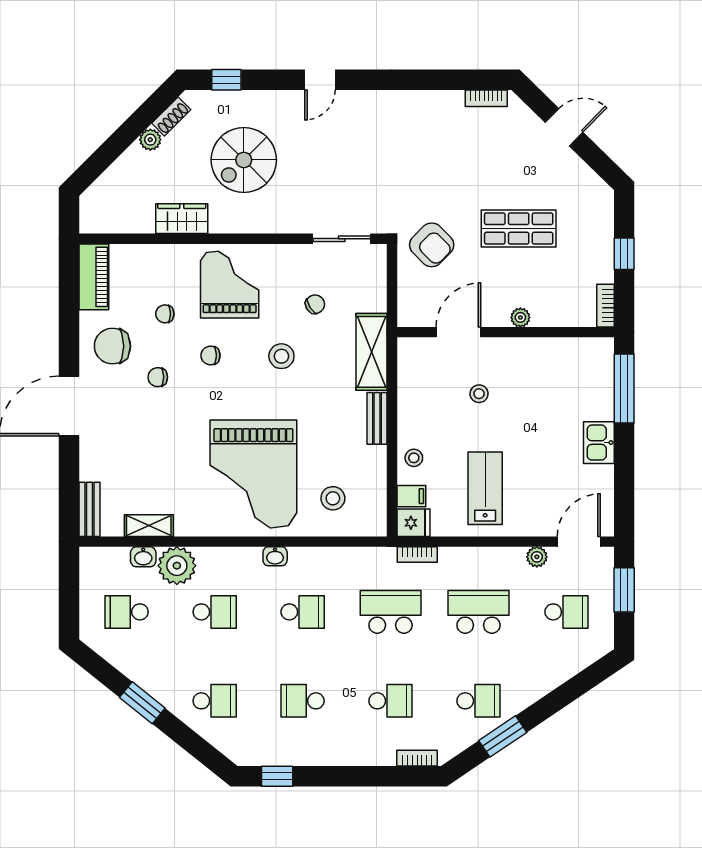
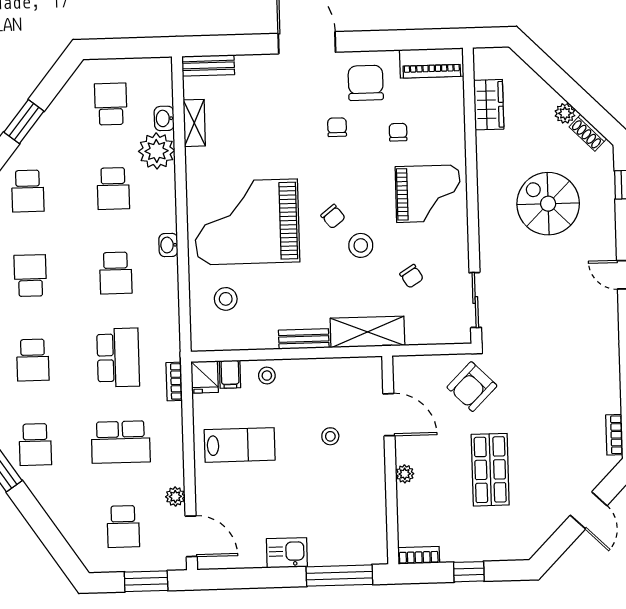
wardrobe: (182, 219) -> (489, 105), moved
chair: (211, 355) -> (333, 217), moved, turned 142
school desk: (479, 612) -> (121, 442), turned 90

